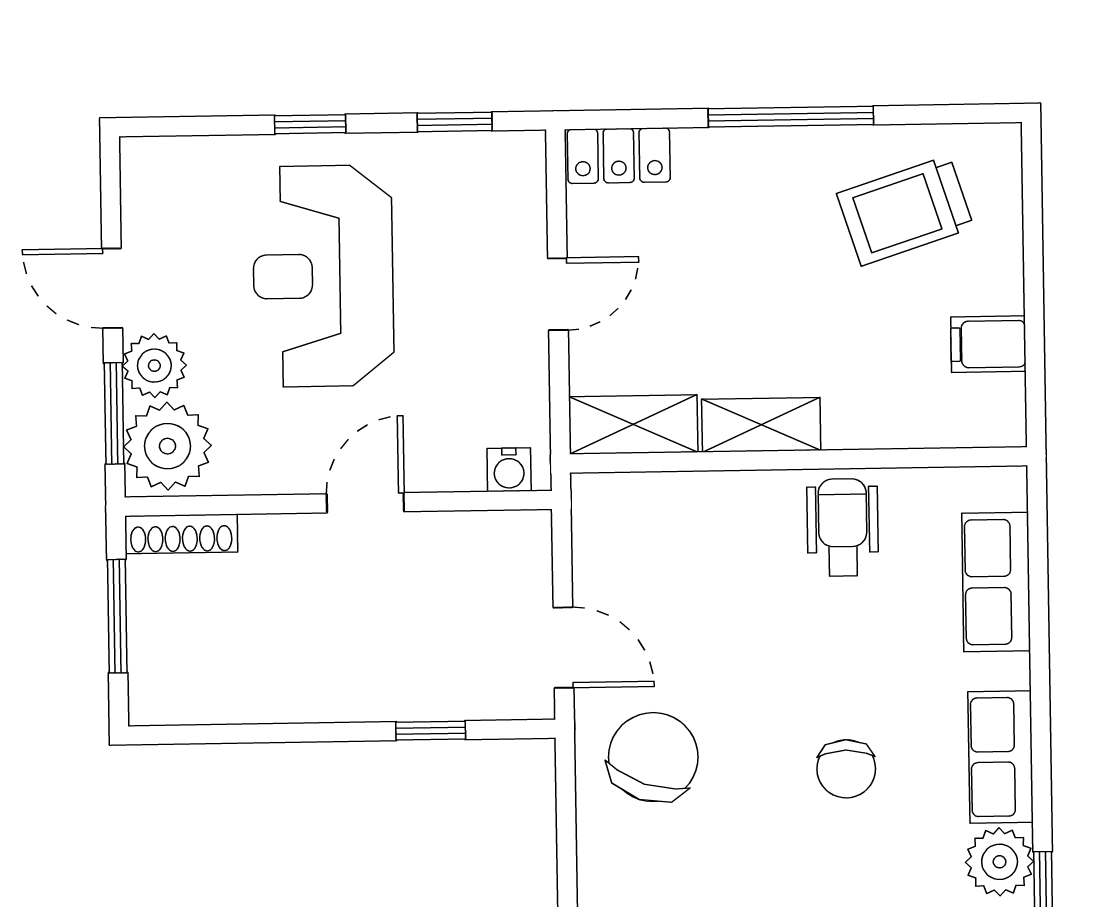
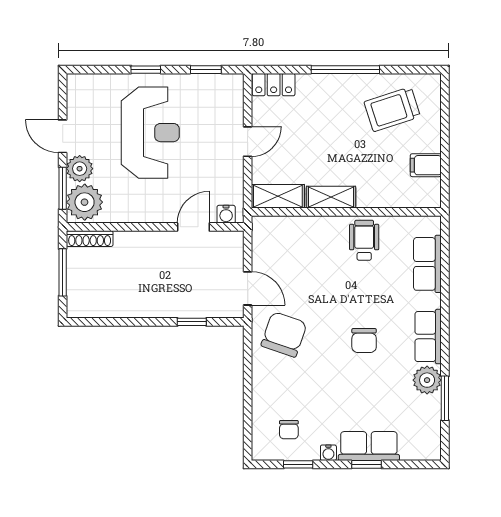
reception desk: (323, 276) -> (150, 133), turned 180
door: (365, 503) -> (193, 227), moved

